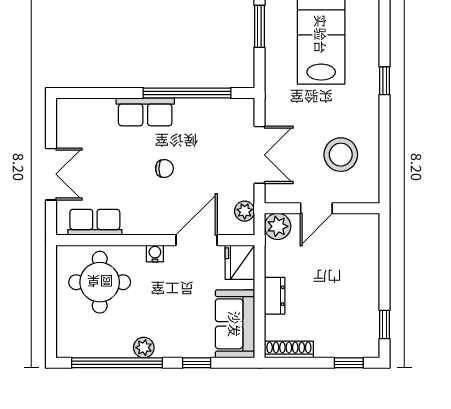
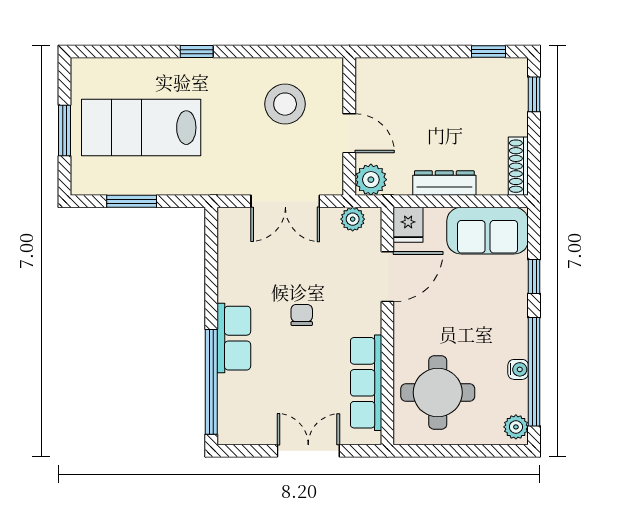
window: (187, 93) -> (211, 382), moved
double door: (260, 155) -> (285, 201), swing flipped
row of seats: (95, 222) -> (366, 383), width x1.48
door: (196, 240) -> (387, 277), swing flipped
water cooler: (155, 253) -> (518, 369), moved, turned 180
fridge: (240, 262) -> (408, 225), width x0.72
dresser: (275, 296) -> (444, 183), width x1.44
plant: (144, 348) -> (516, 427), moved

